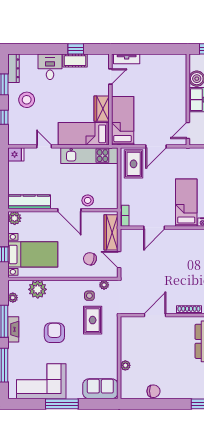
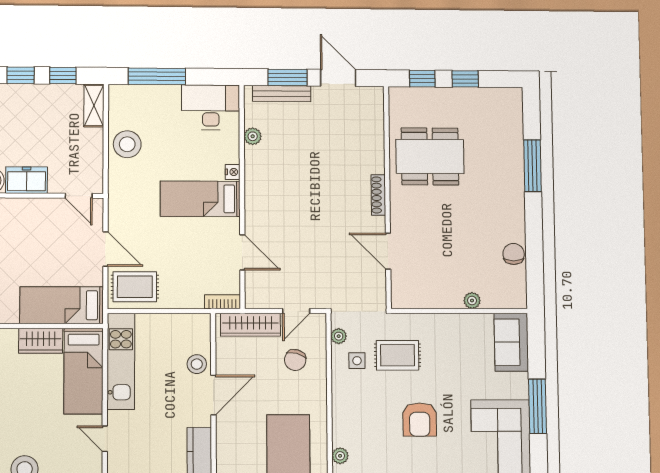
door: (44, 146) -> (105, 439), hinge flipped
plant: (38, 289) -> (340, 456), width x0.53, depth x0.53
armchair: (54, 333) -> (420, 420), turned -90

